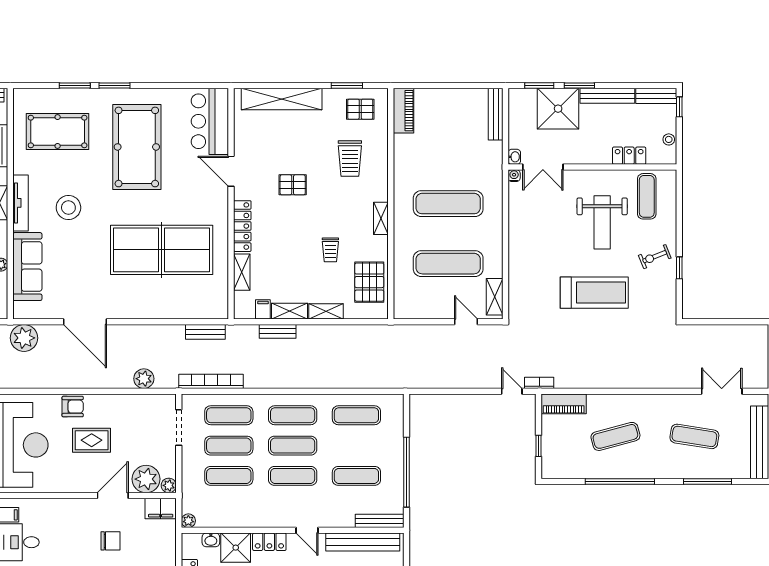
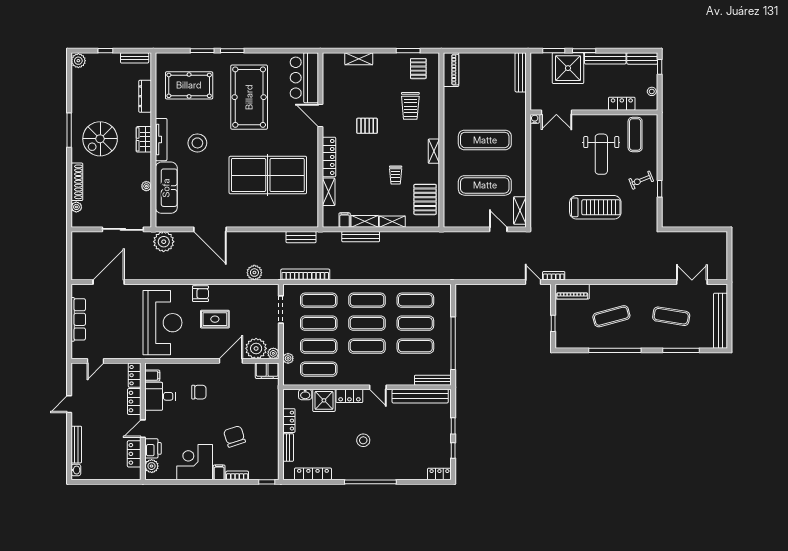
shelving: (282, 99) -> (359, 59), width x0.45, depth x0.75
pallet: (360, 109) -> (418, 69), turned 90
washbasin: (514, 157) -> (535, 105), removed
bench: (278, 331) -> (361, 237), width x1.36
exercise mat: (356, 446) -> (415, 323), added
exercise mat: (229, 506) -> (319, 369), added
plant: (188, 521) -> (288, 358), moved
chair: (111, 541) -> (199, 392), moved

